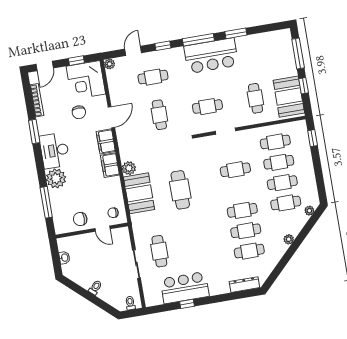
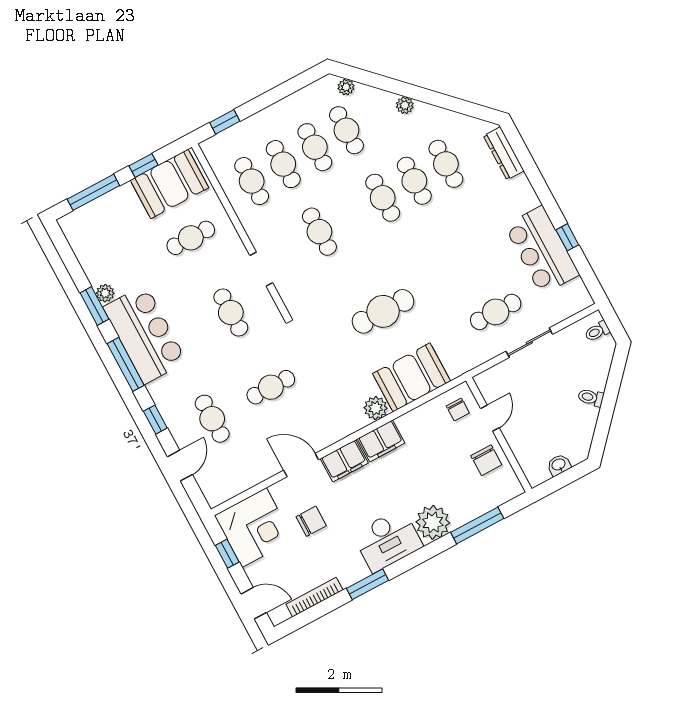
door: (133, 51) -> (180, 466), swing flipped
plant: (110, 64) -> (105, 293), moved

